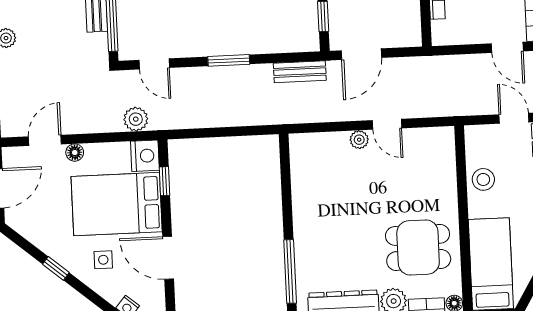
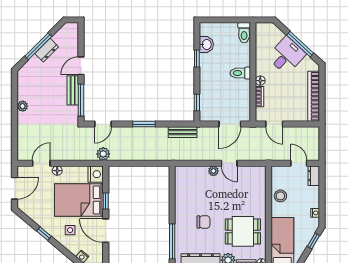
door: (507, 47) -> (274, 124), moved
door: (361, 54) -> (230, 124), moved
door: (154, 64) -> (103, 124), hinge flipped
plant: (136, 119) -> (103, 154), moved
window: (165, 181) -> (106, 201), moved
chair: (345, 234) -> (203, 222), added

